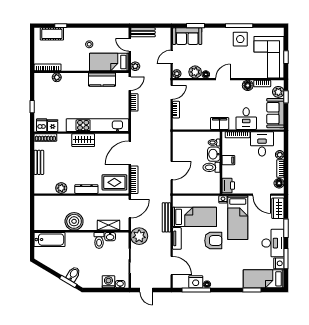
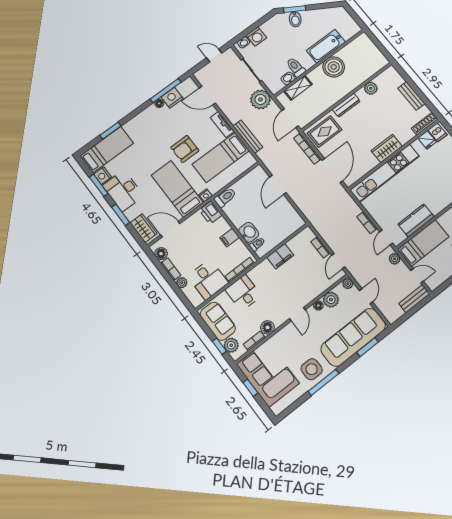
sofa: (187, 36) -> (353, 337), width x1.85, depth x1.27
filing cabinet: (220, 123) -> (280, 256), moved
toilet: (212, 167) -> (225, 197), moved
bathtub: (50, 240) -> (326, 46), moved

